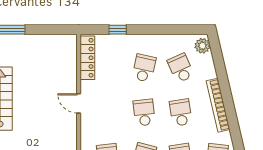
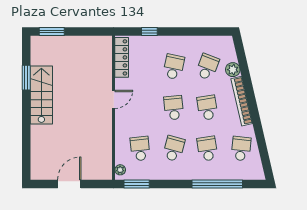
plant: (202, 46) -> (233, 70), moved
school desk: (181, 68) -> (207, 67), turned 45
door: (79, 103) -> (114, 99), swing flipped

